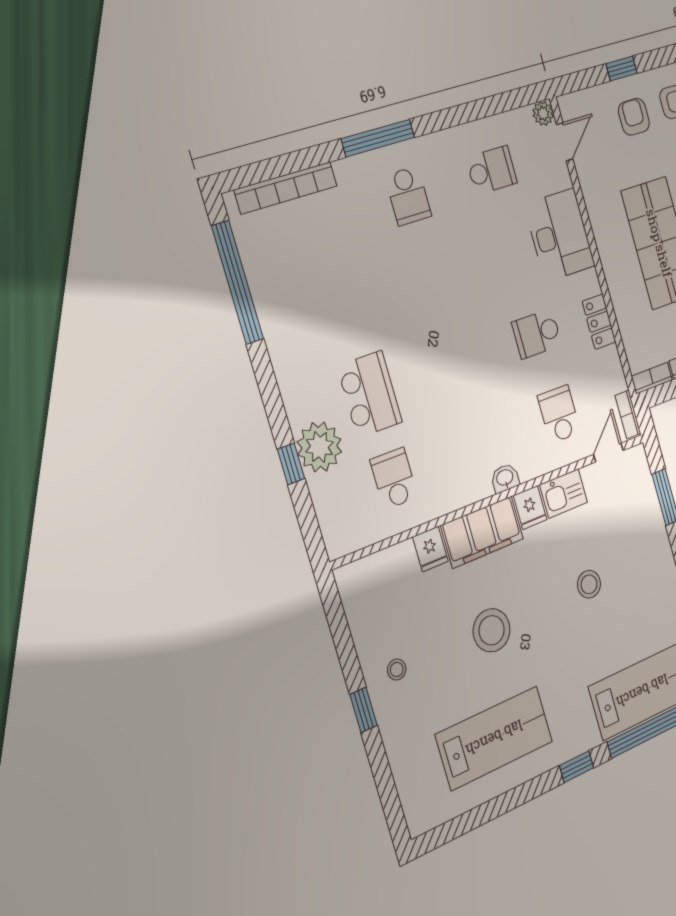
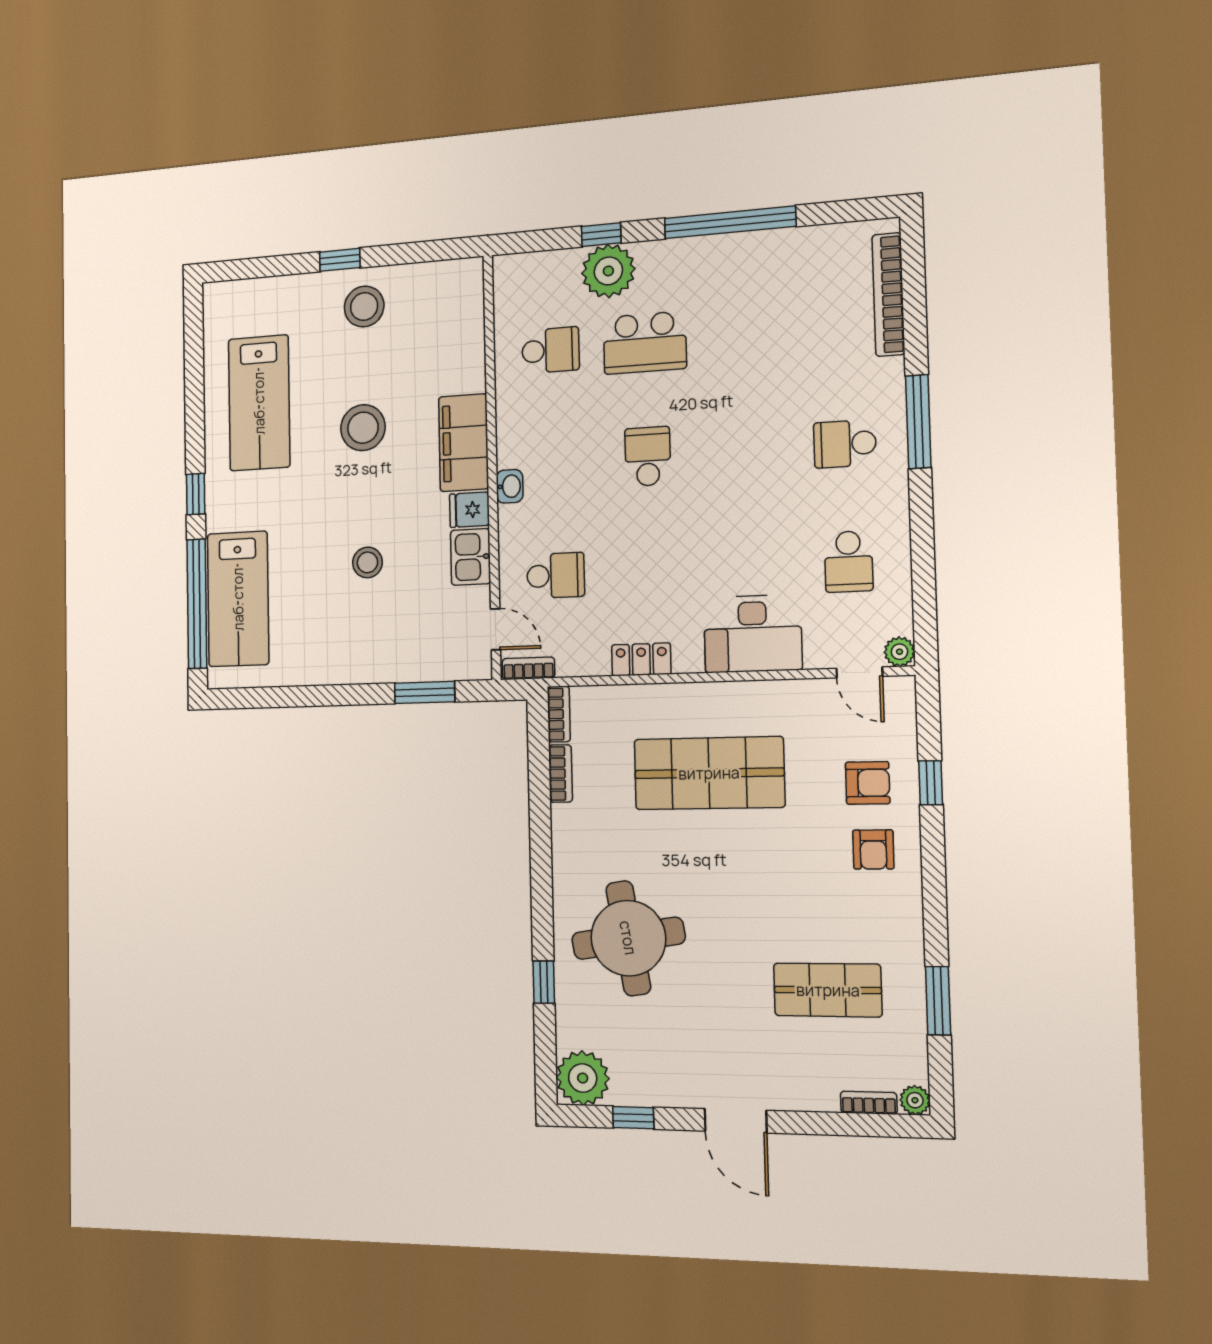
window: (238, 283) -> (730, 222), moved
school desk: (537, 334) -> (648, 456), moved
fridge: (430, 549) -> (467, 376), removed
stool: (397, 669) -> (364, 307), width x1.89, depth x1.89

